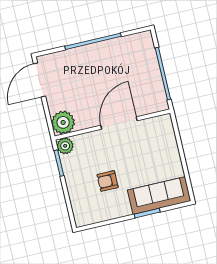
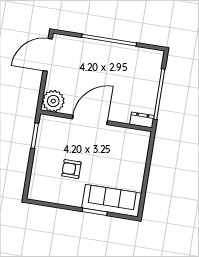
dresser: (156, 106) -> (142, 120), added
door: (119, 123) -> (90, 120), moved
plant: (65, 146) -> (47, 123), removed

